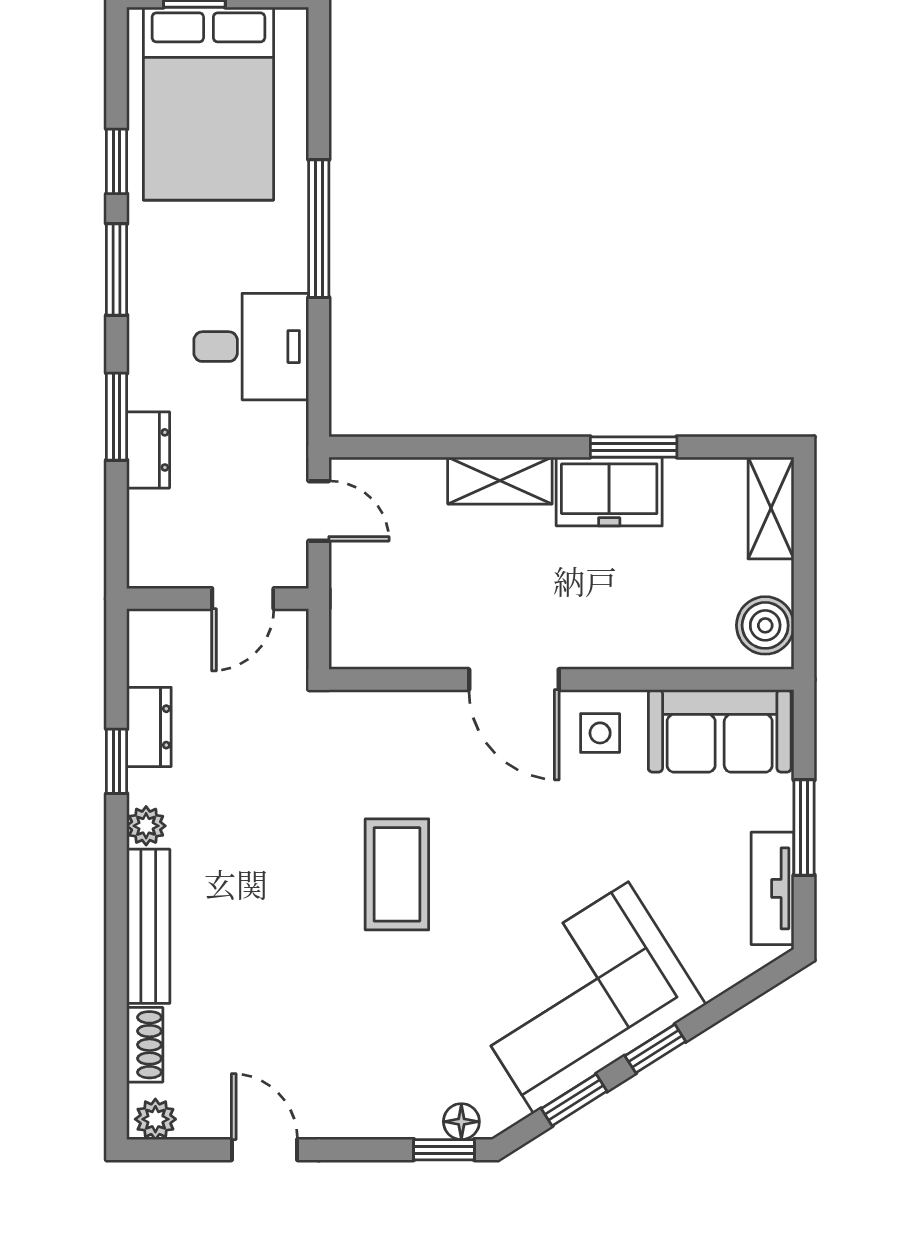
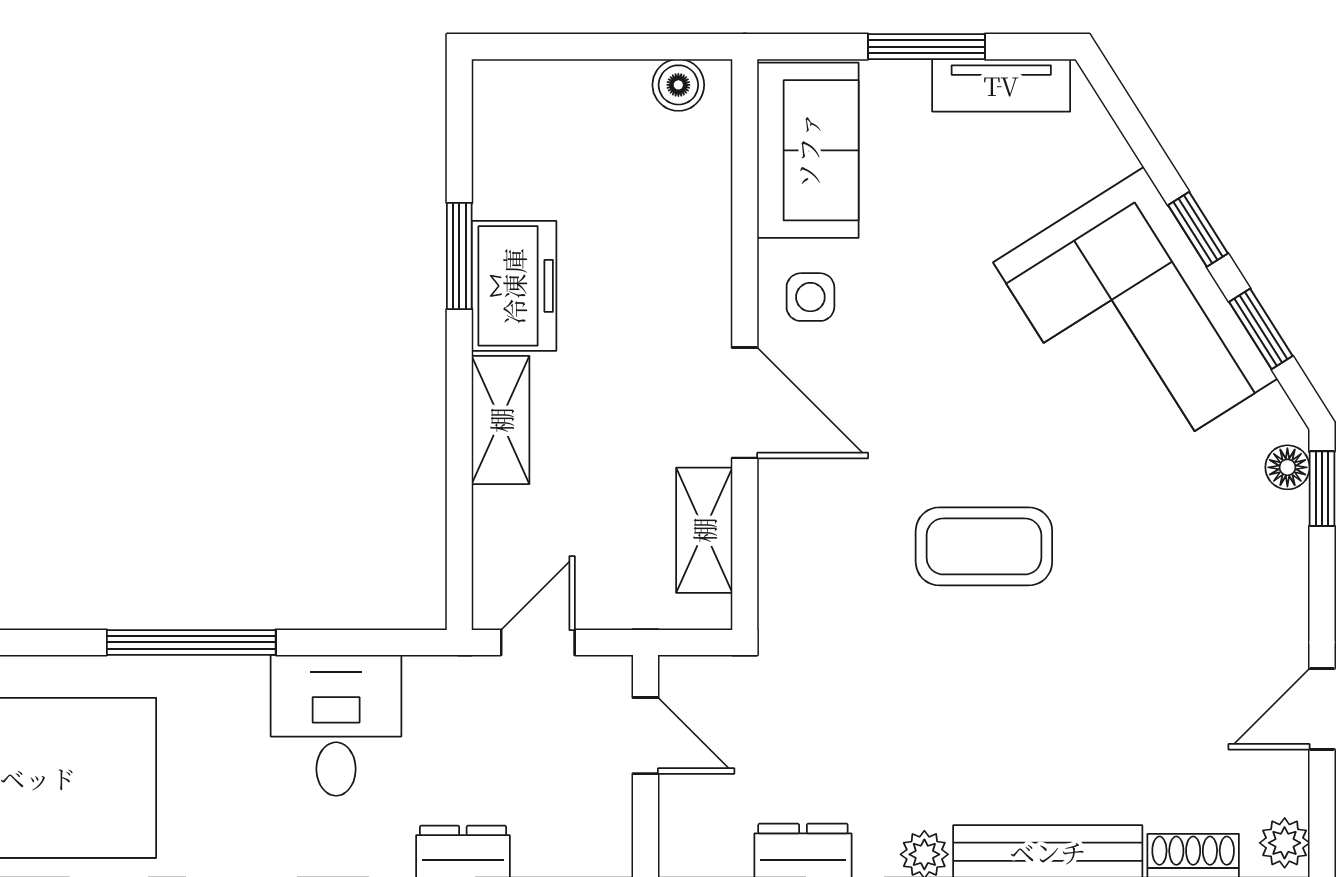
shelving: (771, 508) -> (704, 530), moved, turned 90
boiler: (765, 625) -> (678, 85), width x0.73, depth x0.73
door: (514, 680) -> (745, 403), hinge flipped

